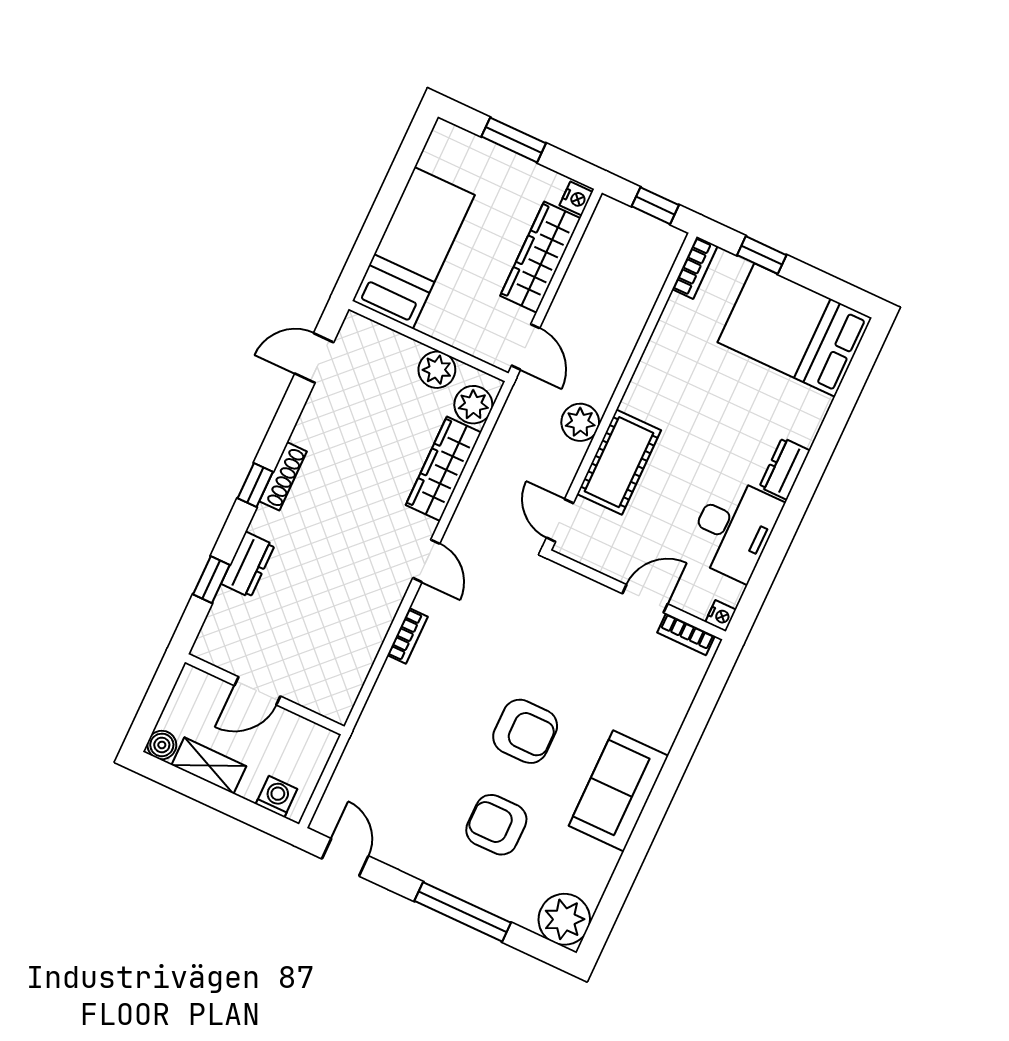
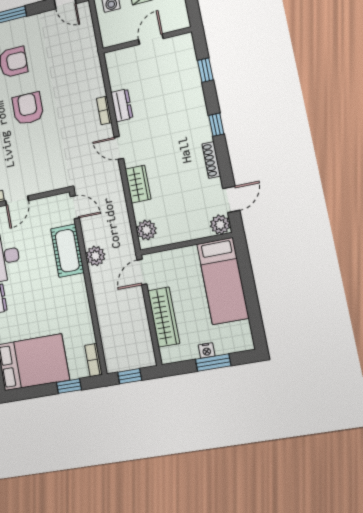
nightstand: (576, 199) -> (207, 351), moved, turned -90
door: (526, 347) -> (142, 272), hinge flipped
plant: (437, 370) -> (220, 225), moved
wardrobe: (444, 469) -> (138, 184), width x0.67
shoe rack: (283, 476) -> (211, 160), moved
dresser: (248, 564) -> (122, 105), moved, turned 180
armchair: (525, 731) -> (28, 109), turned 90

